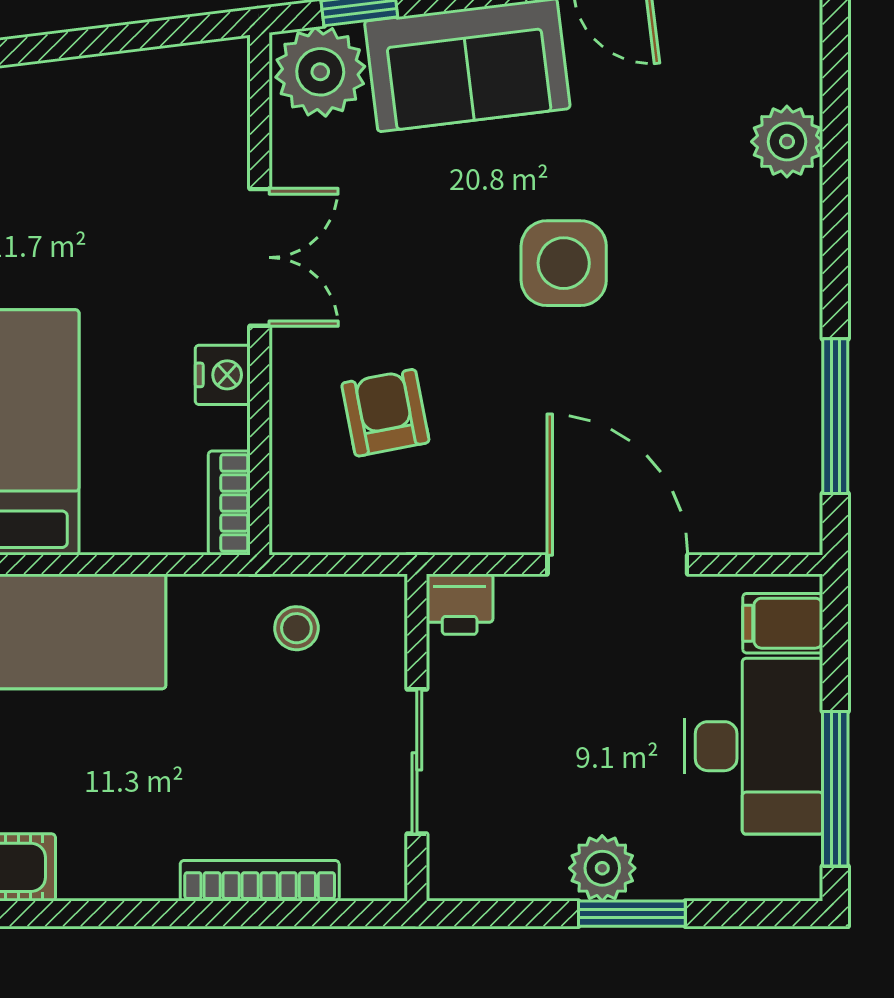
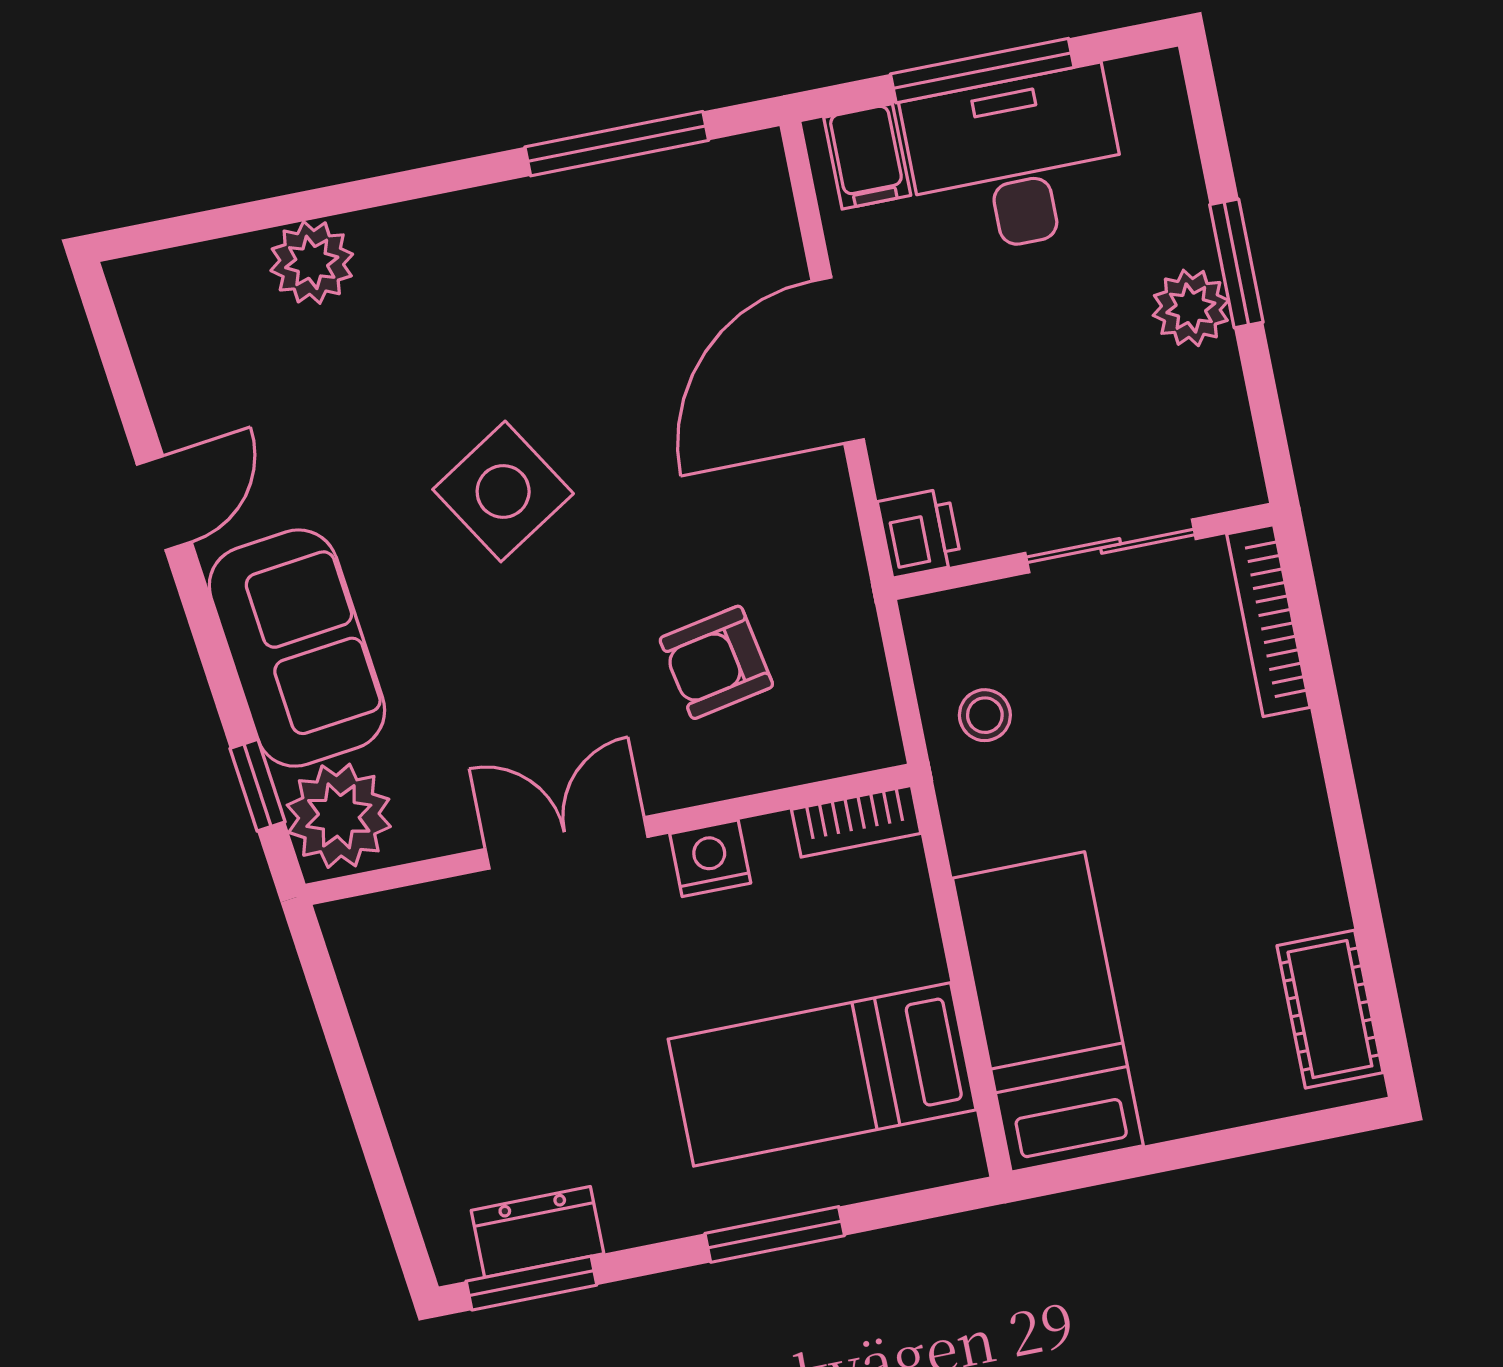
side table: (564, 263) -> (503, 491), turned -32
window: (835, 789) -> (982, 71), moved
bookcase: (260, 881) -> (1268, 621), moved

